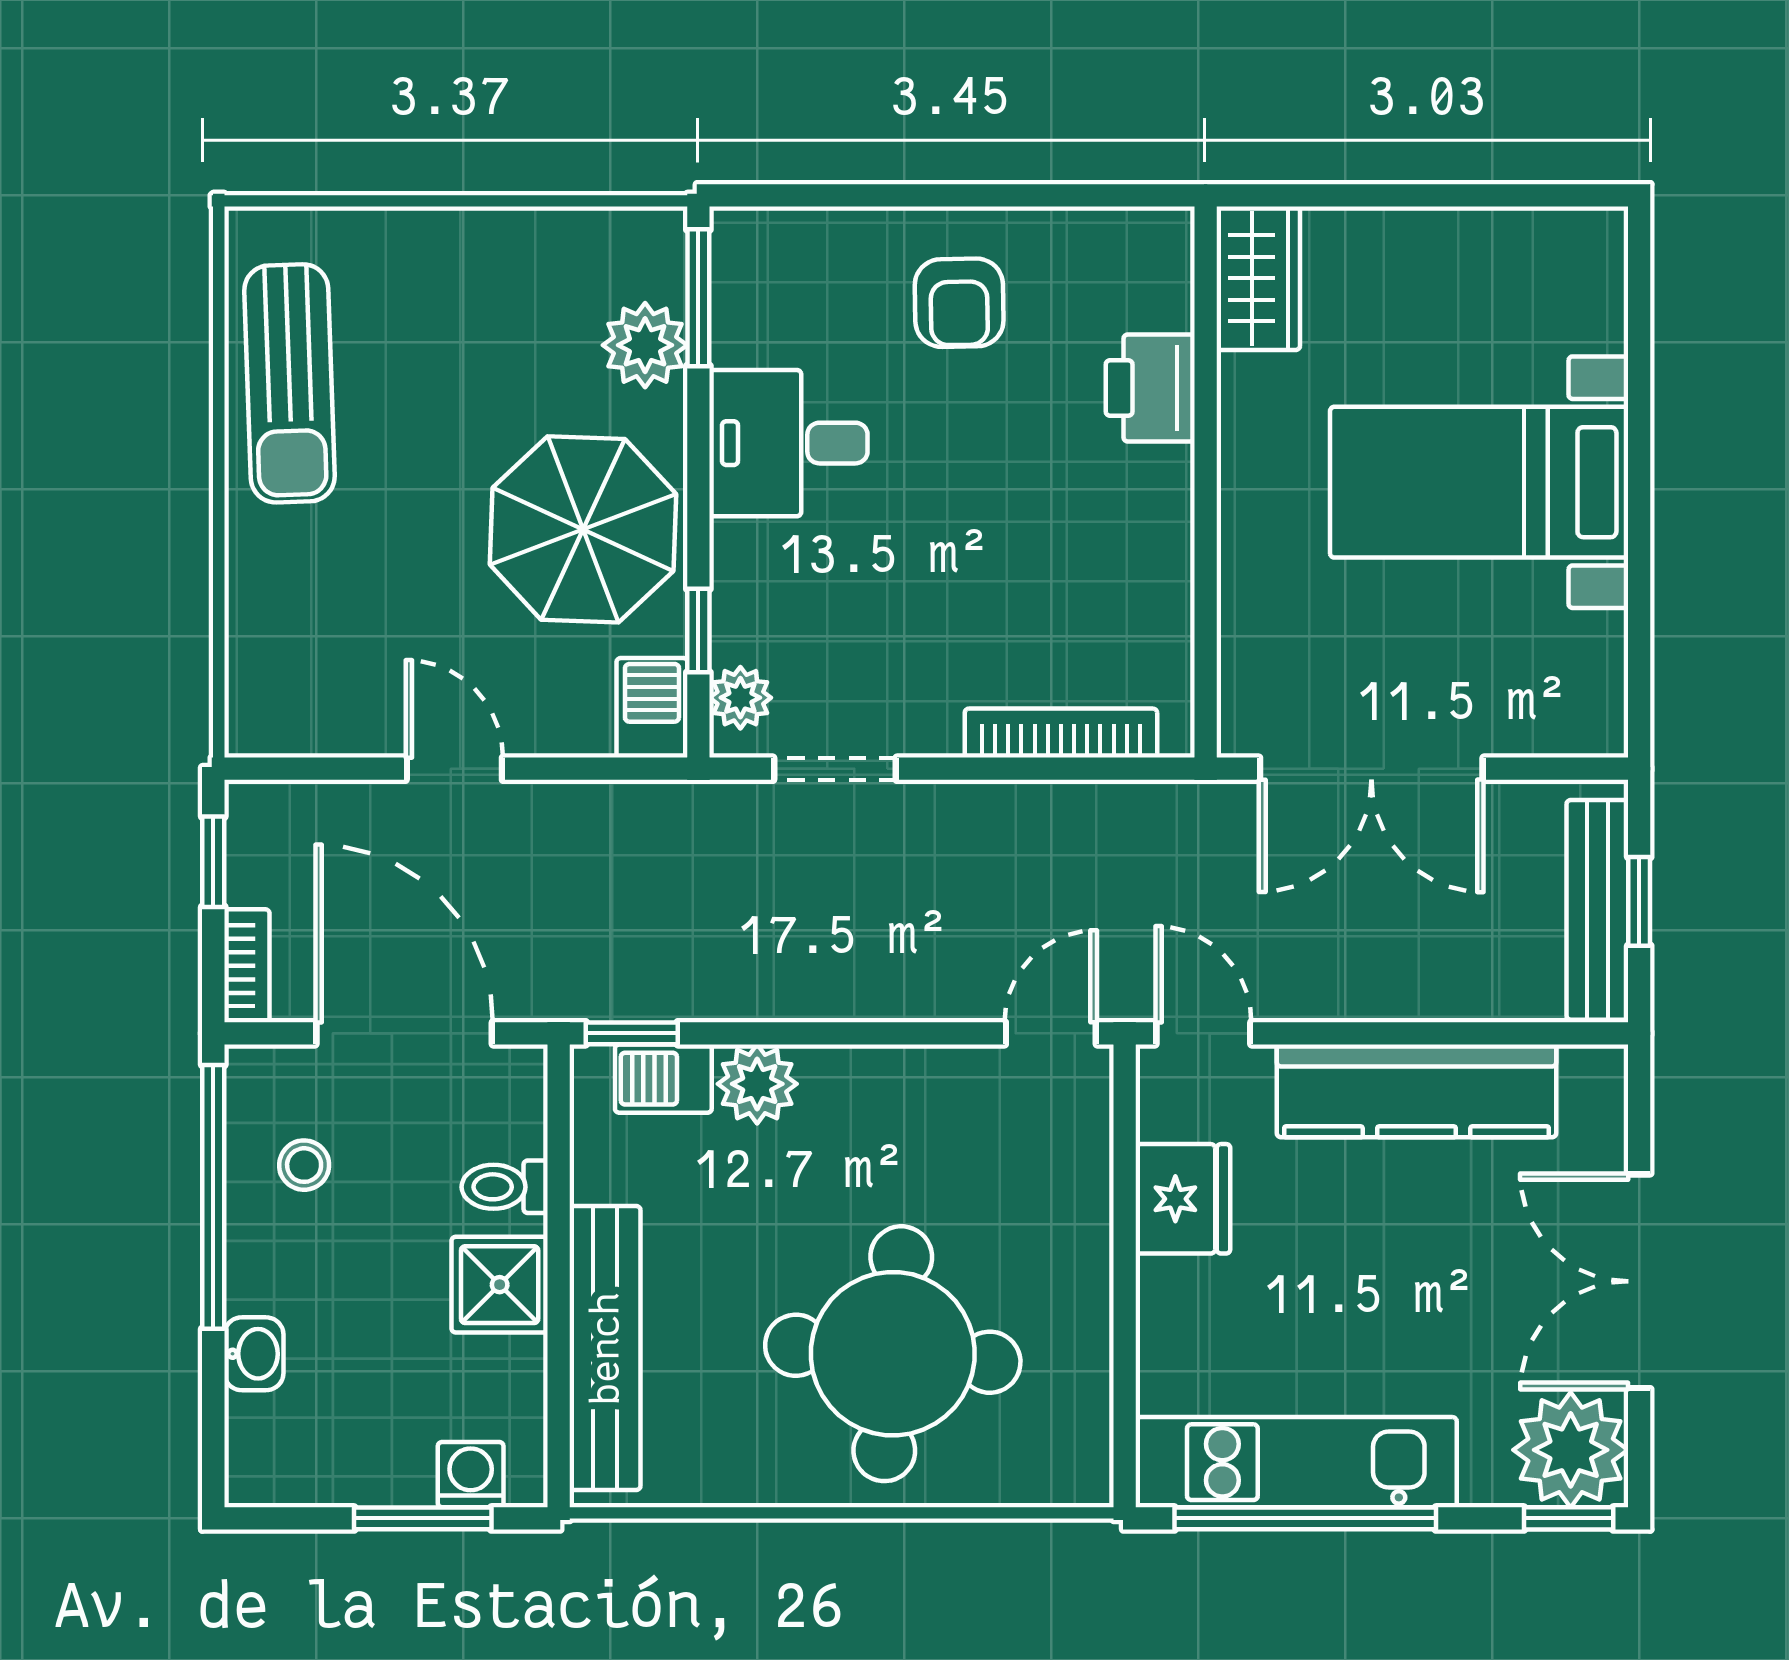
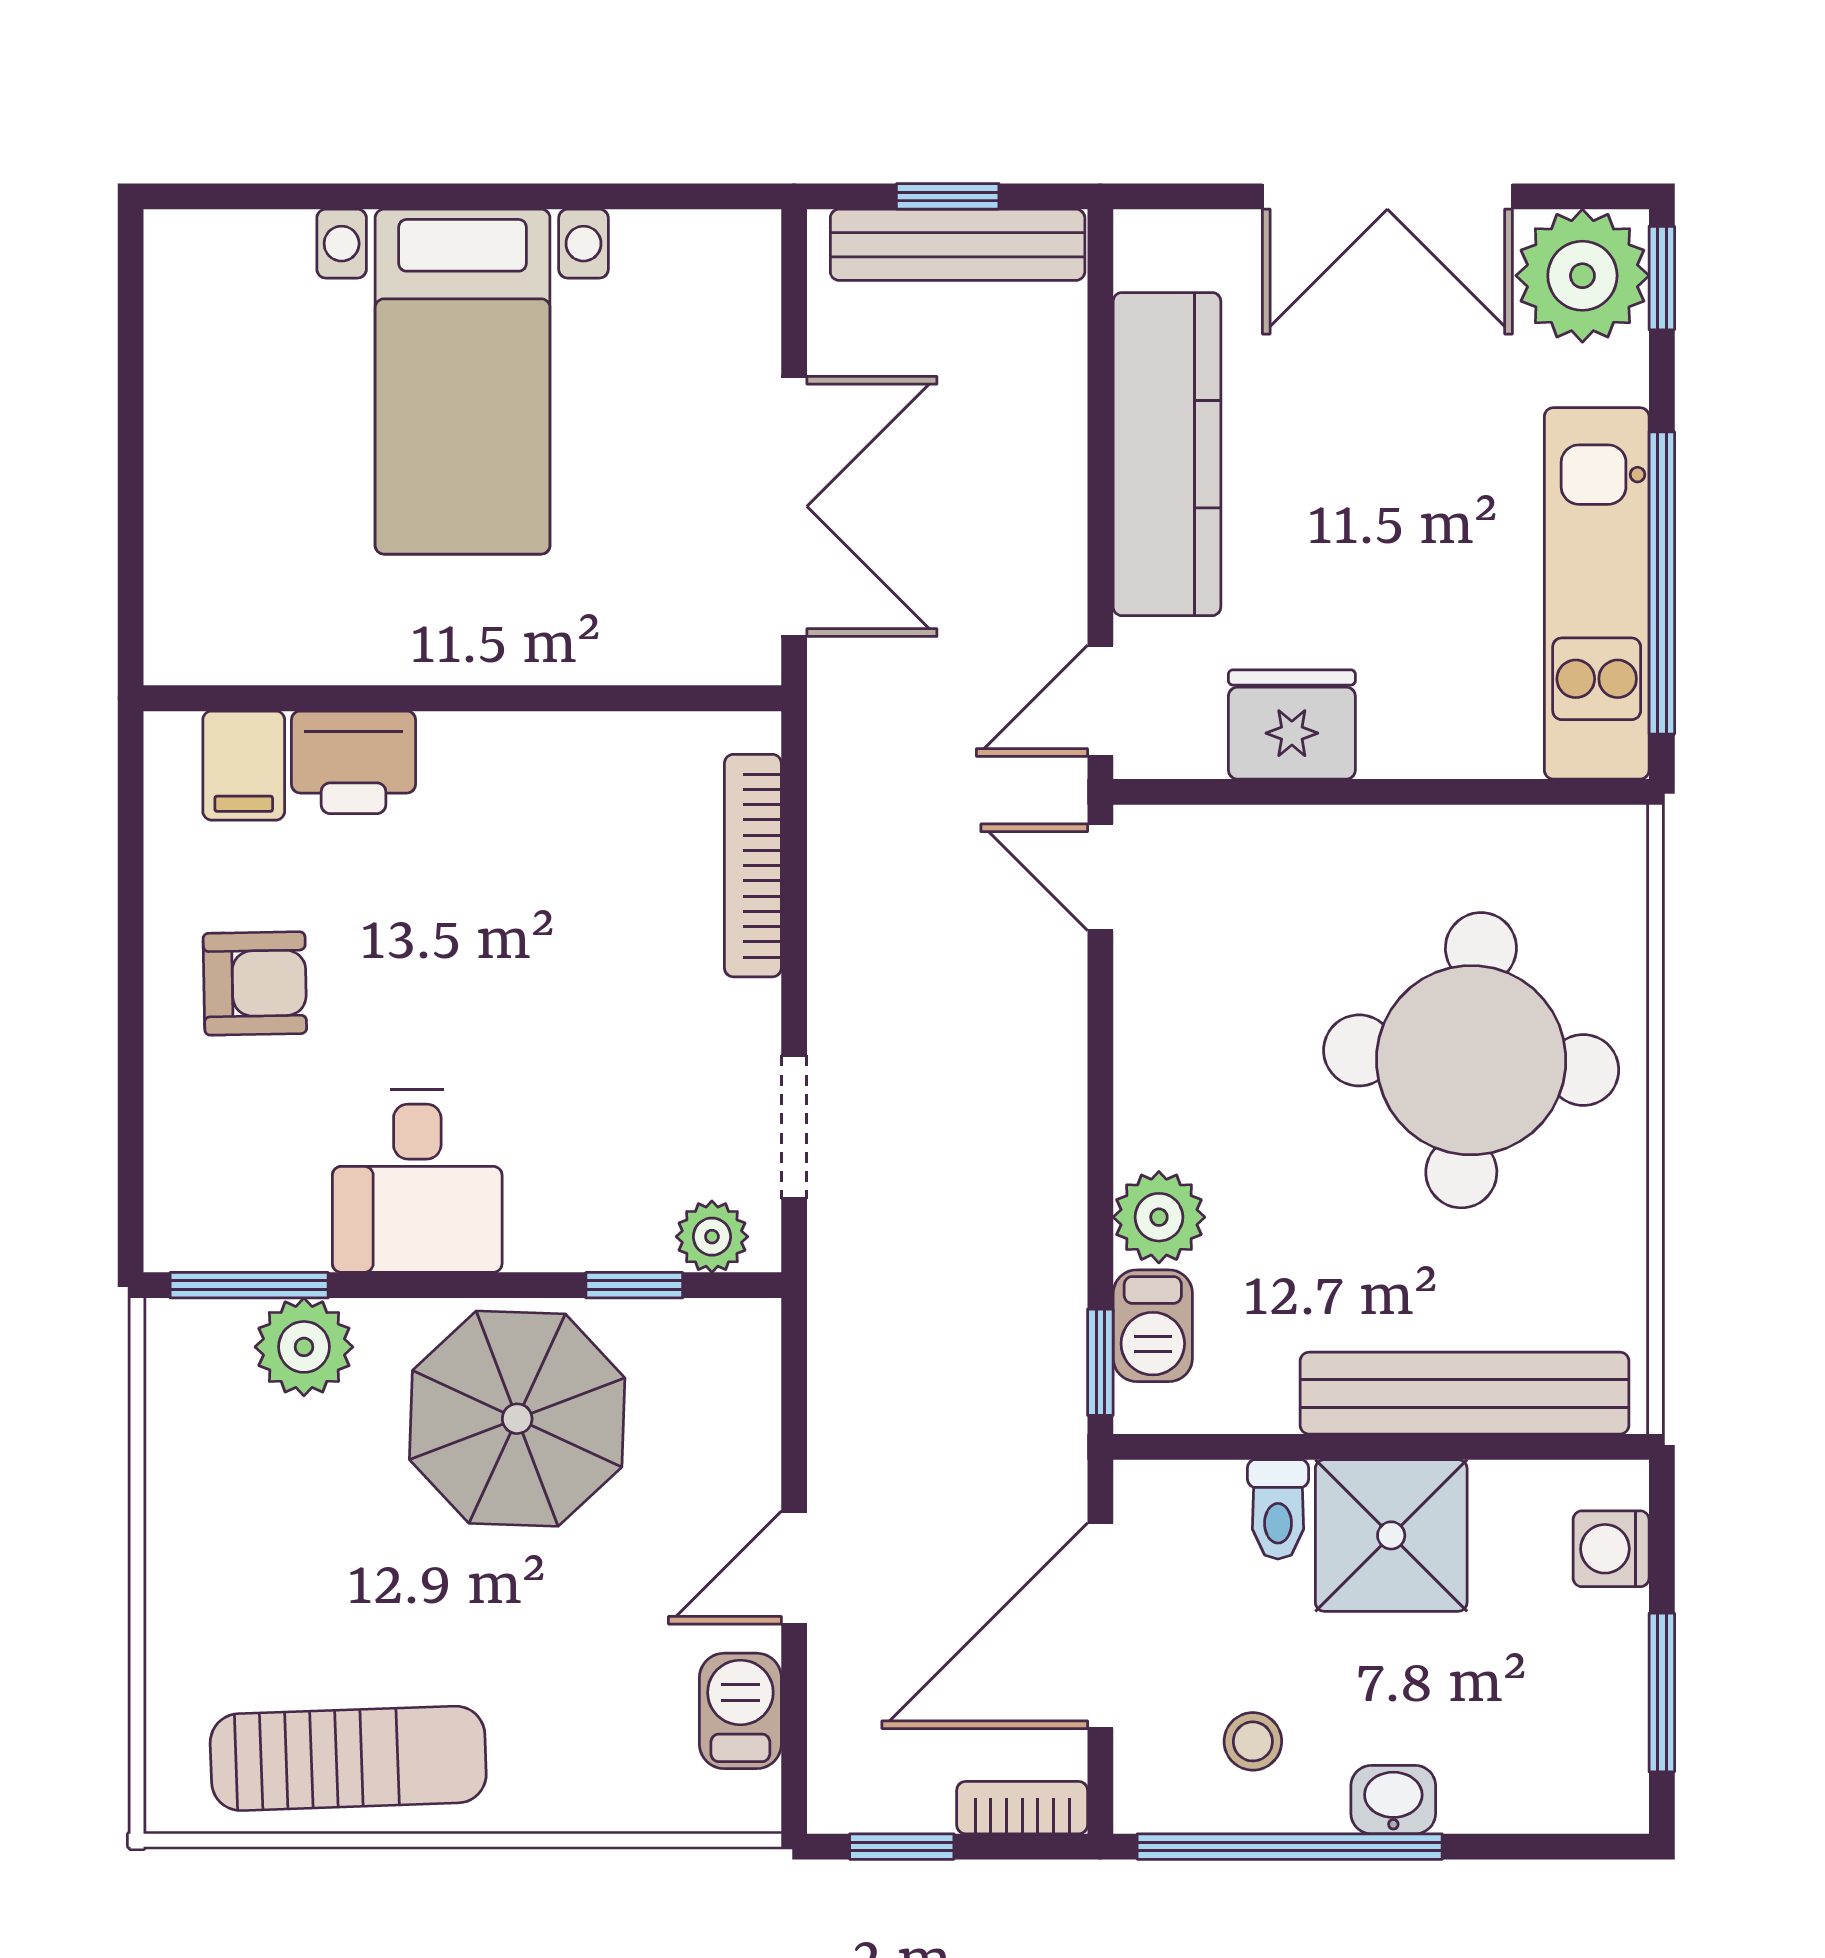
wardrobe: (1258, 278) -> (227, 637), removed
filing cabinet: (1147, 293) -> (244, 766), added
barbecue: (652, 708) -> (740, 1711), moved, turned 90
shower: (500, 1285) -> (1391, 1535), width x1.36, depth x1.36
washbasin: (254, 1354) -> (1393, 1800), moved
window: (423, 1518) -> (1662, 1693), moved

